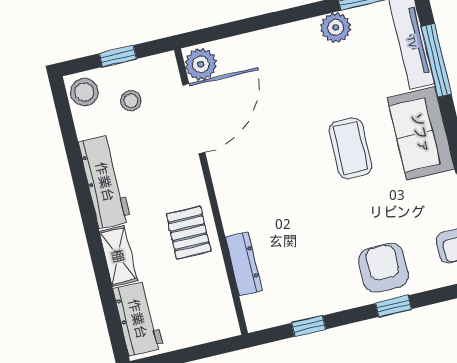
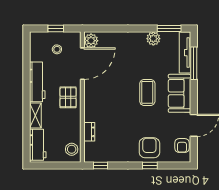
stool: (84, 92) -> (72, 149), moved
pallet: (189, 233) -> (68, 97), moved
dresser: (244, 264) -> (89, 132), width x0.70
window: (309, 326) -> (101, 165), moved

